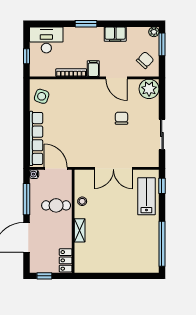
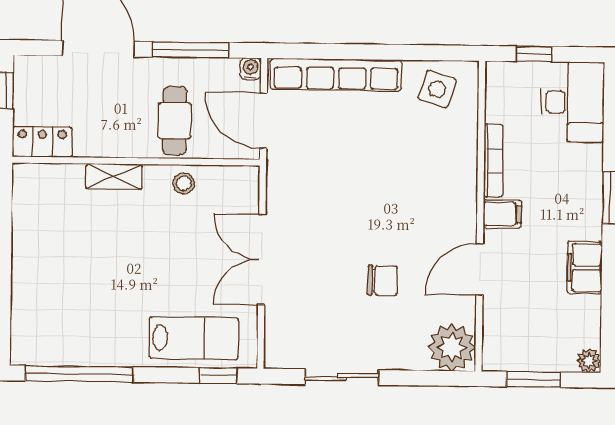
window: (162, 44) -> (533, 379), moved
chair: (145, 60) -> (521, 339), removed
door: (56, 168) -> (263, 121), swing flipped

